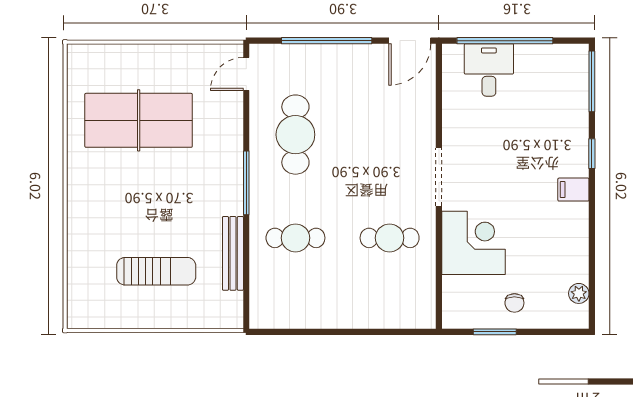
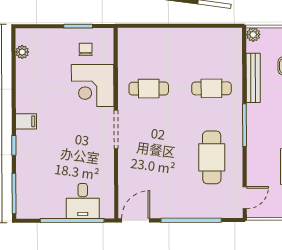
chair: (514, 303) -> (86, 49), moved
plant: (233, 318) -> (253, 35), added

